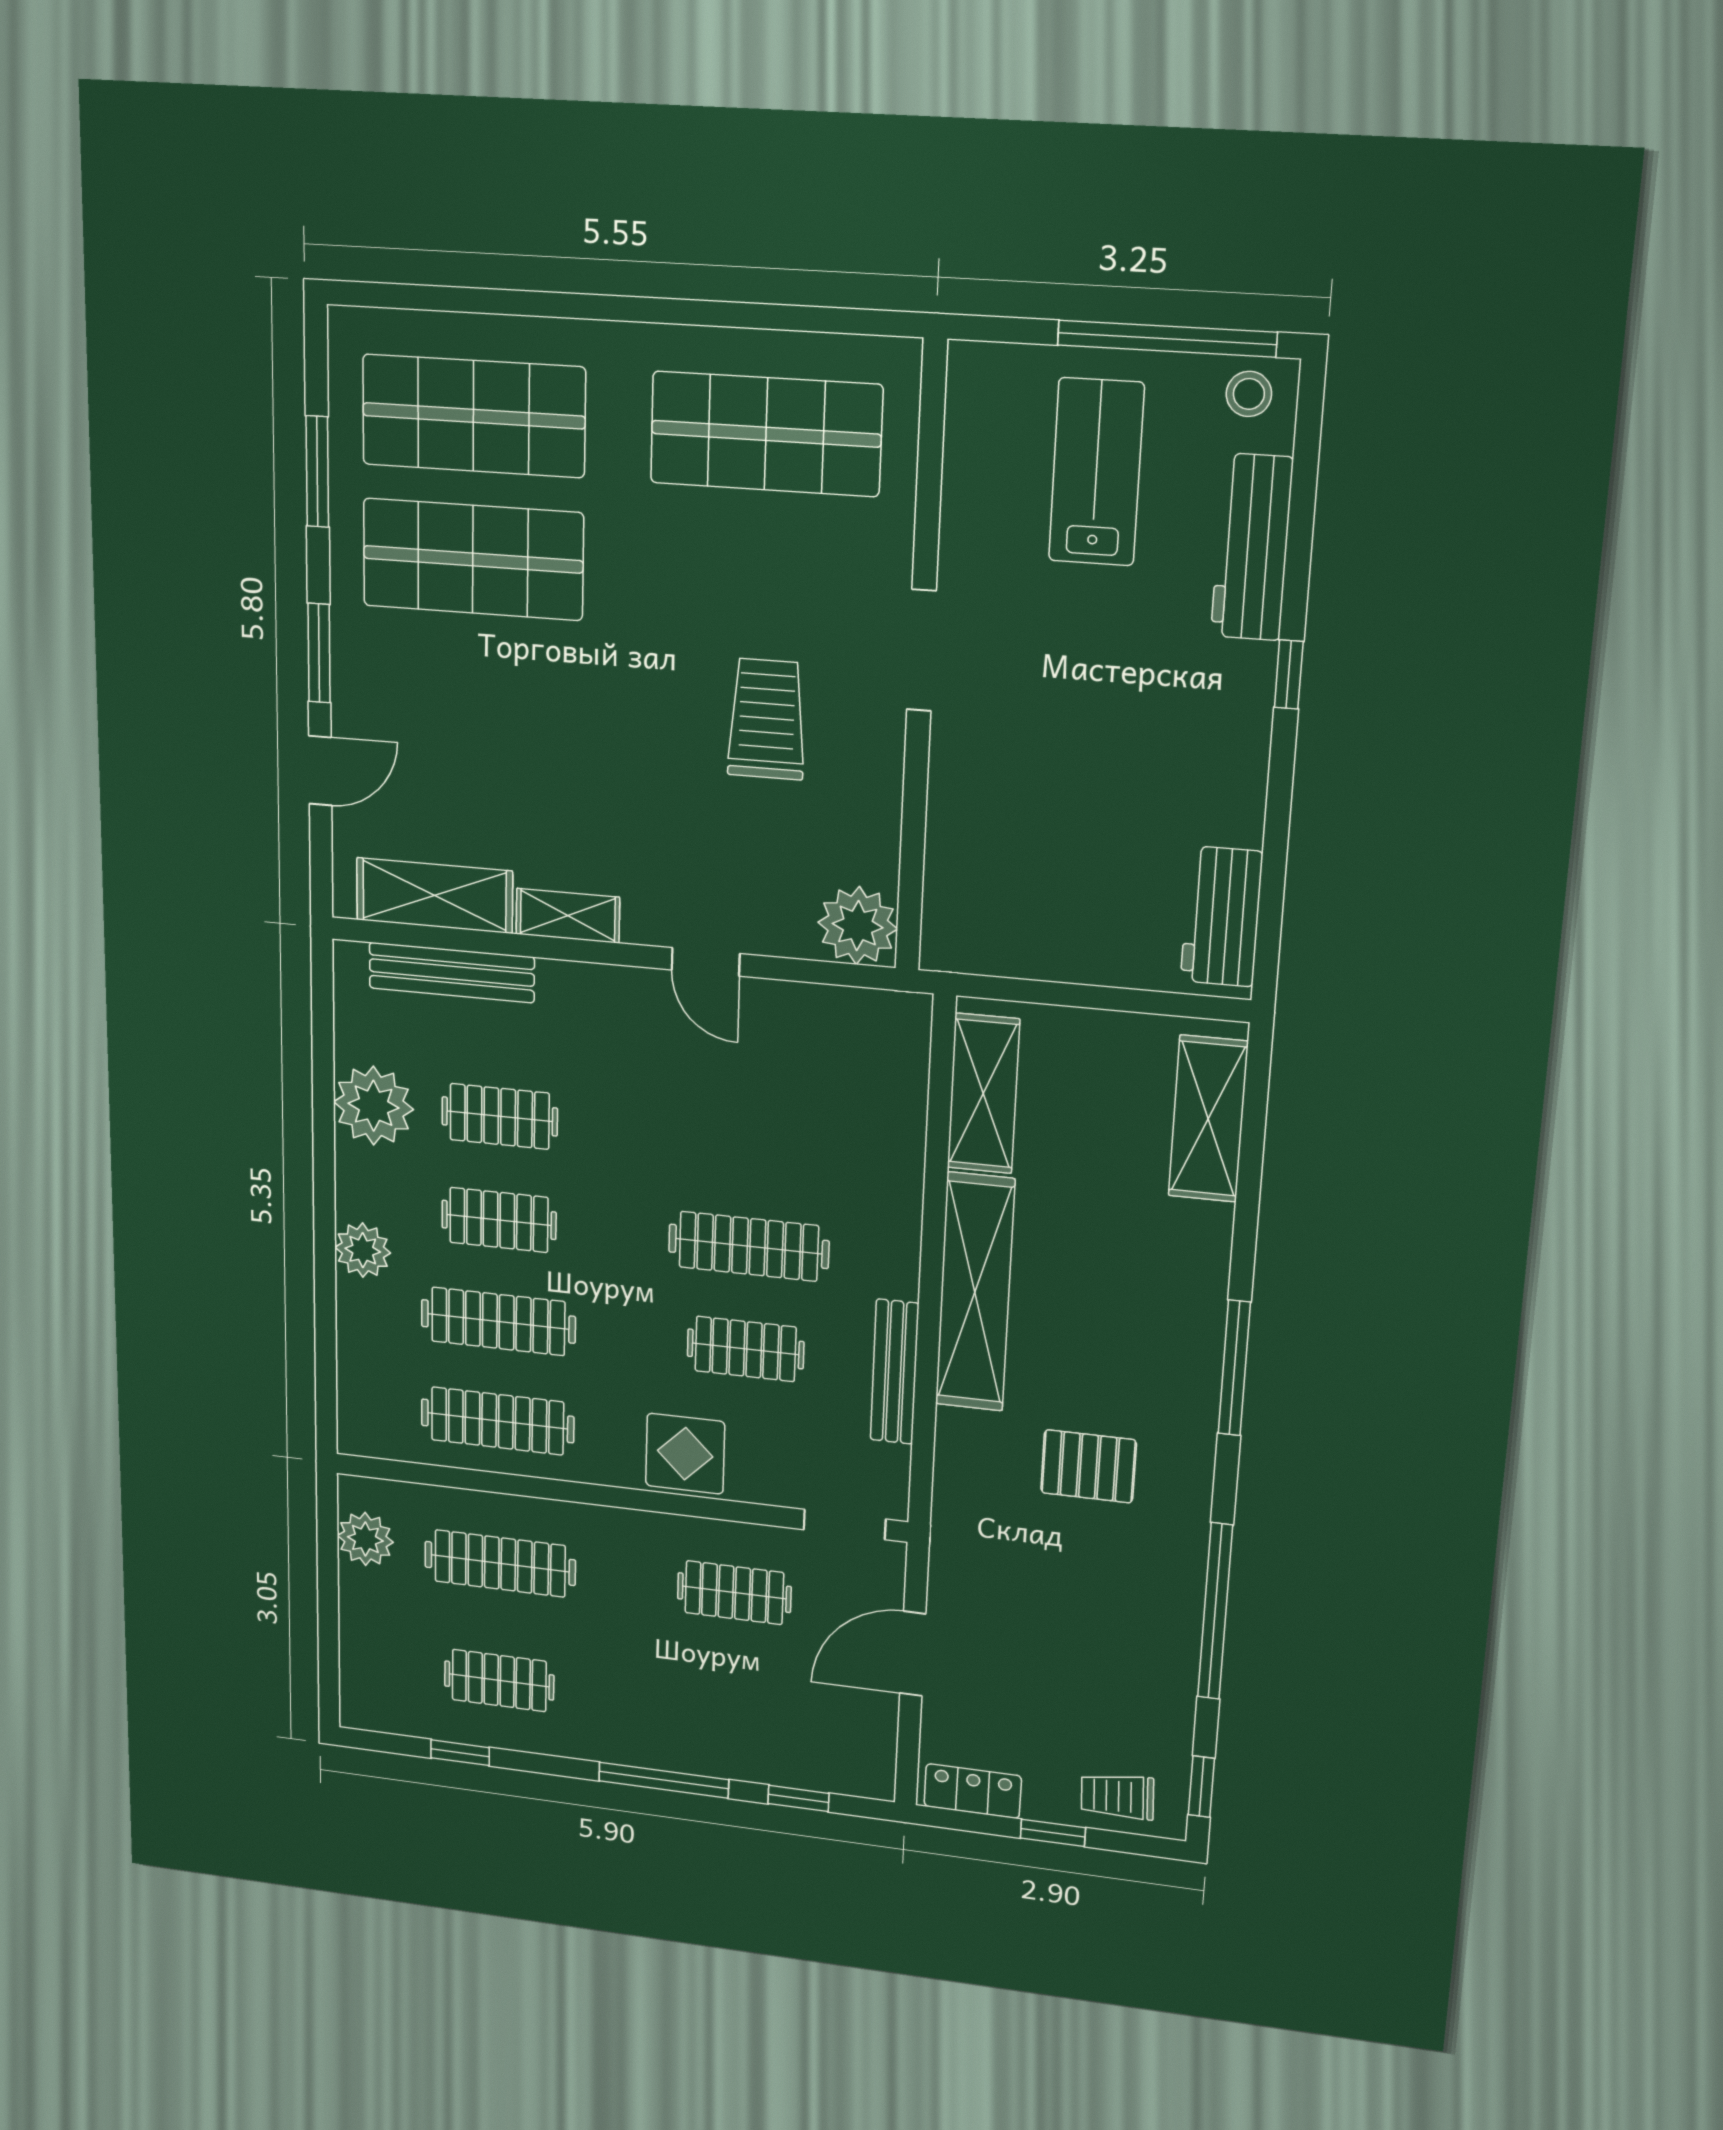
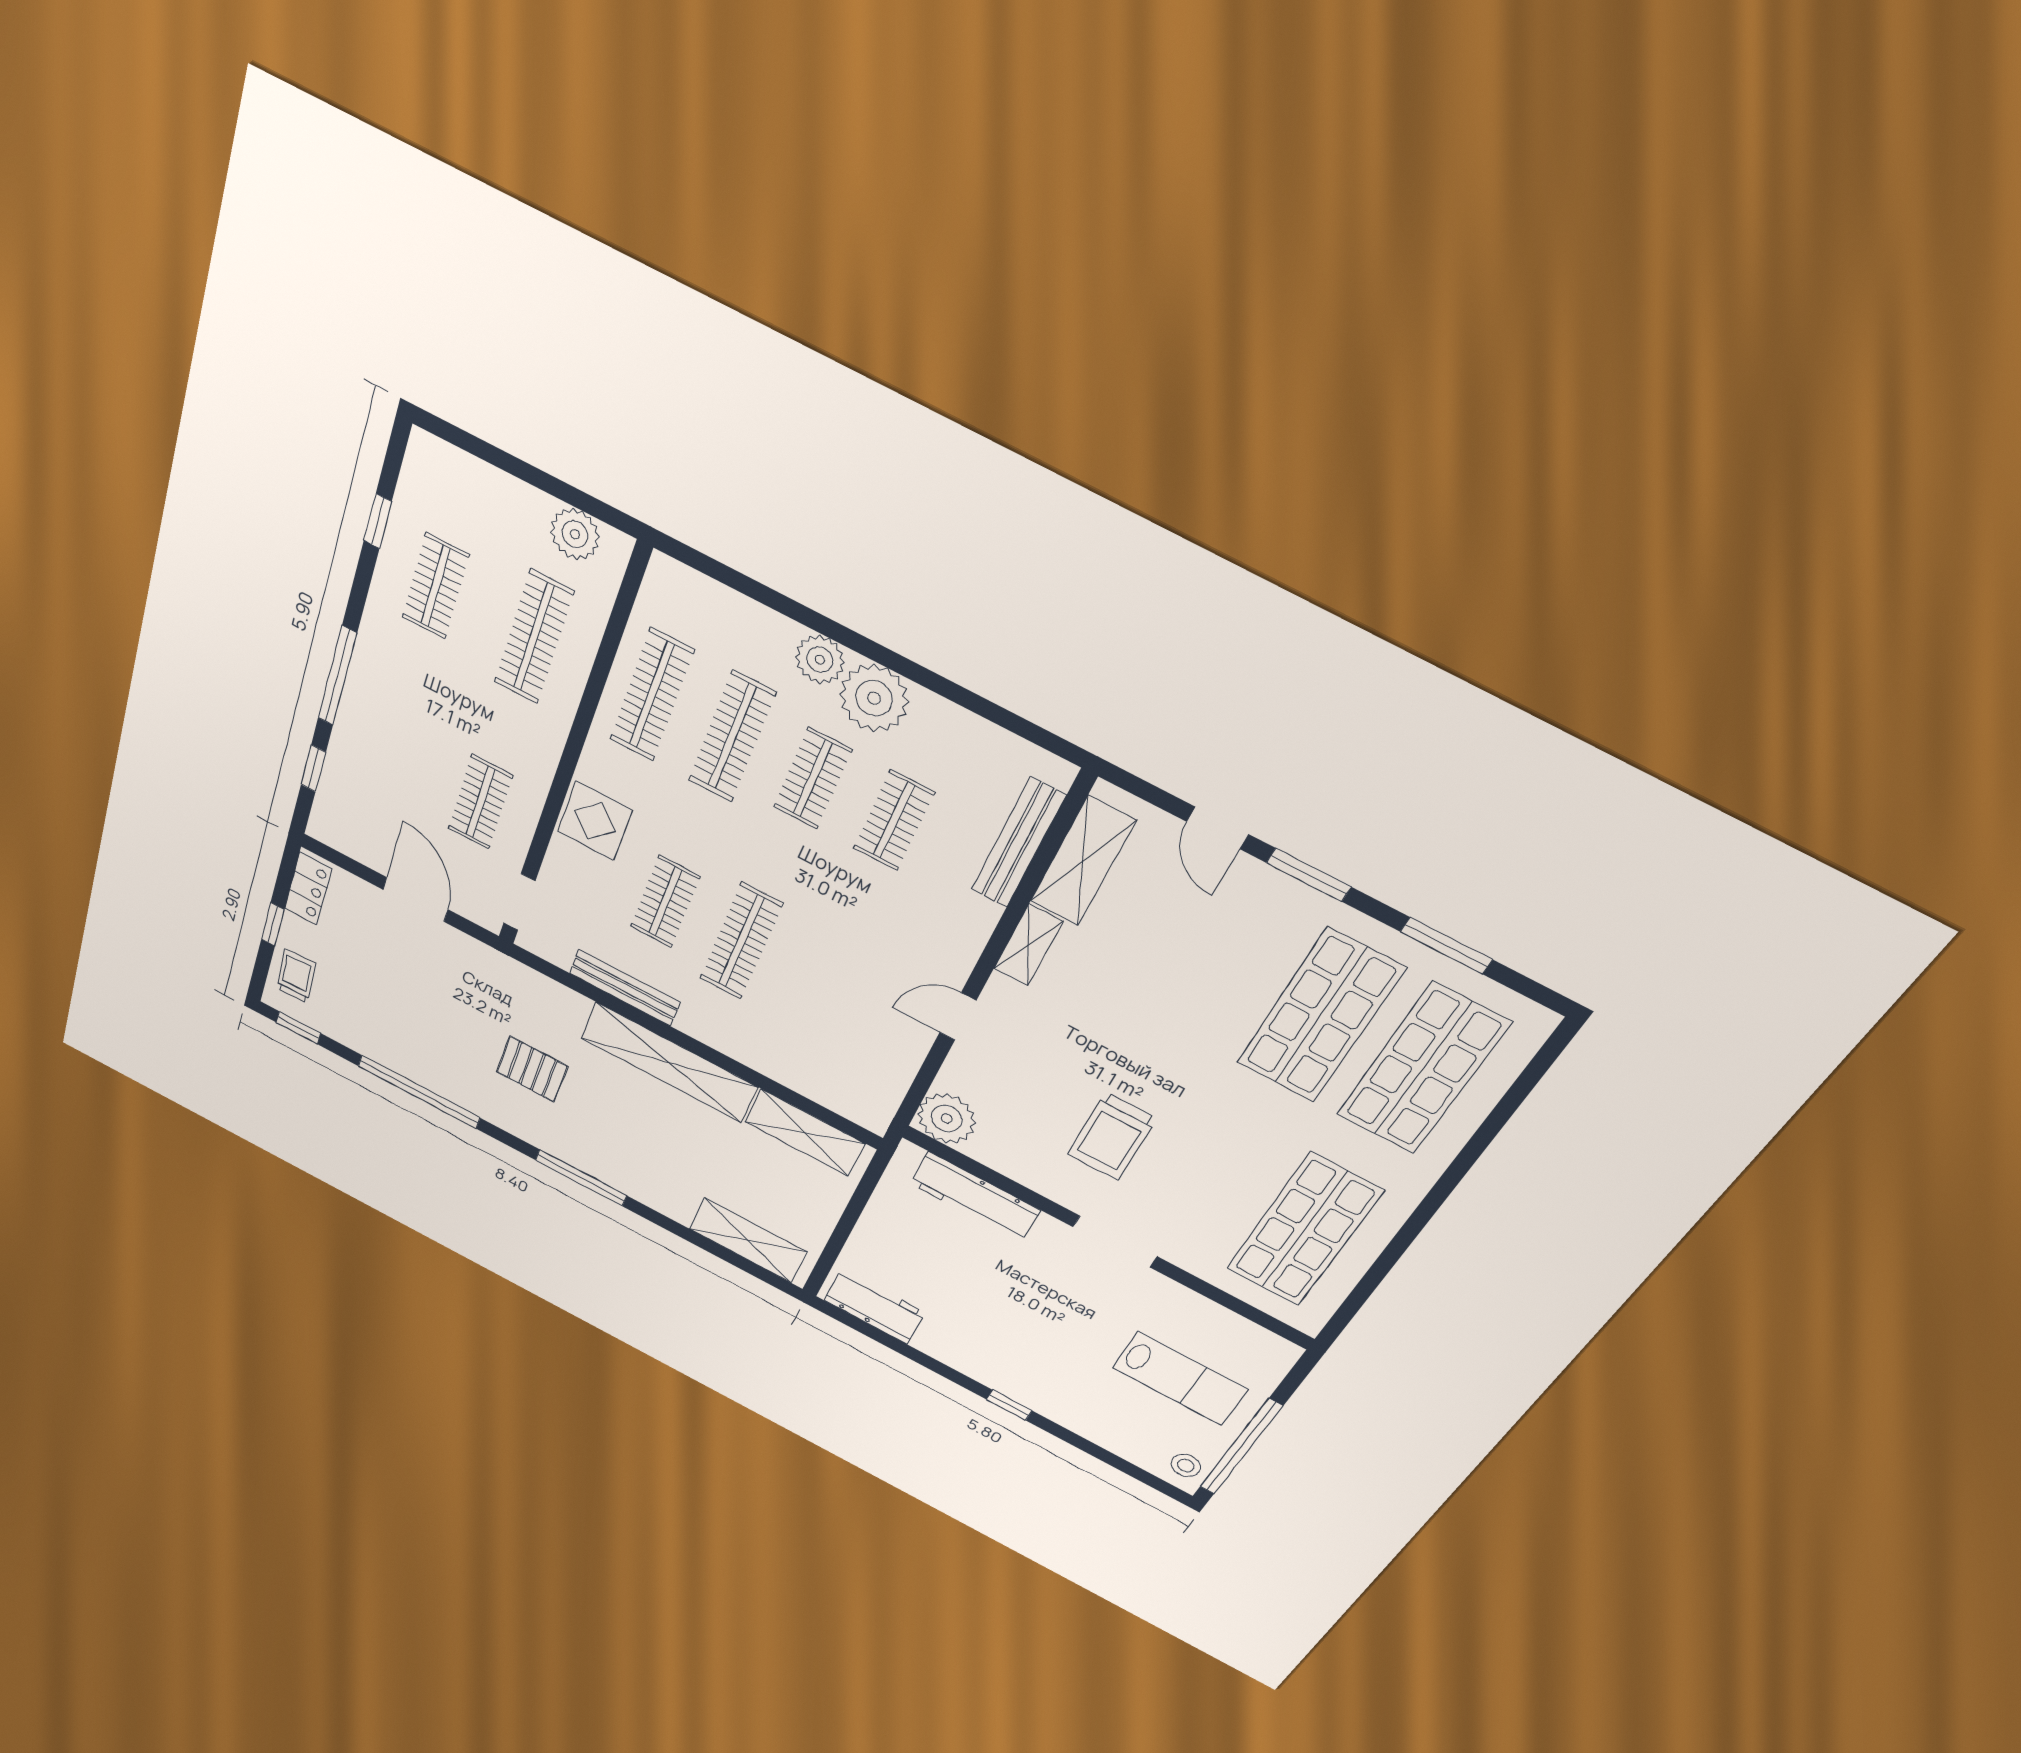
workbench: (1252, 547) -> (975, 1197), moved, turned 180
trolley: (767, 719) -> (1112, 1136), turned 90
plant: (373, 1106) -> (874, 698), moved
pallet: (1088, 1466) -> (532, 1069), turned 90

